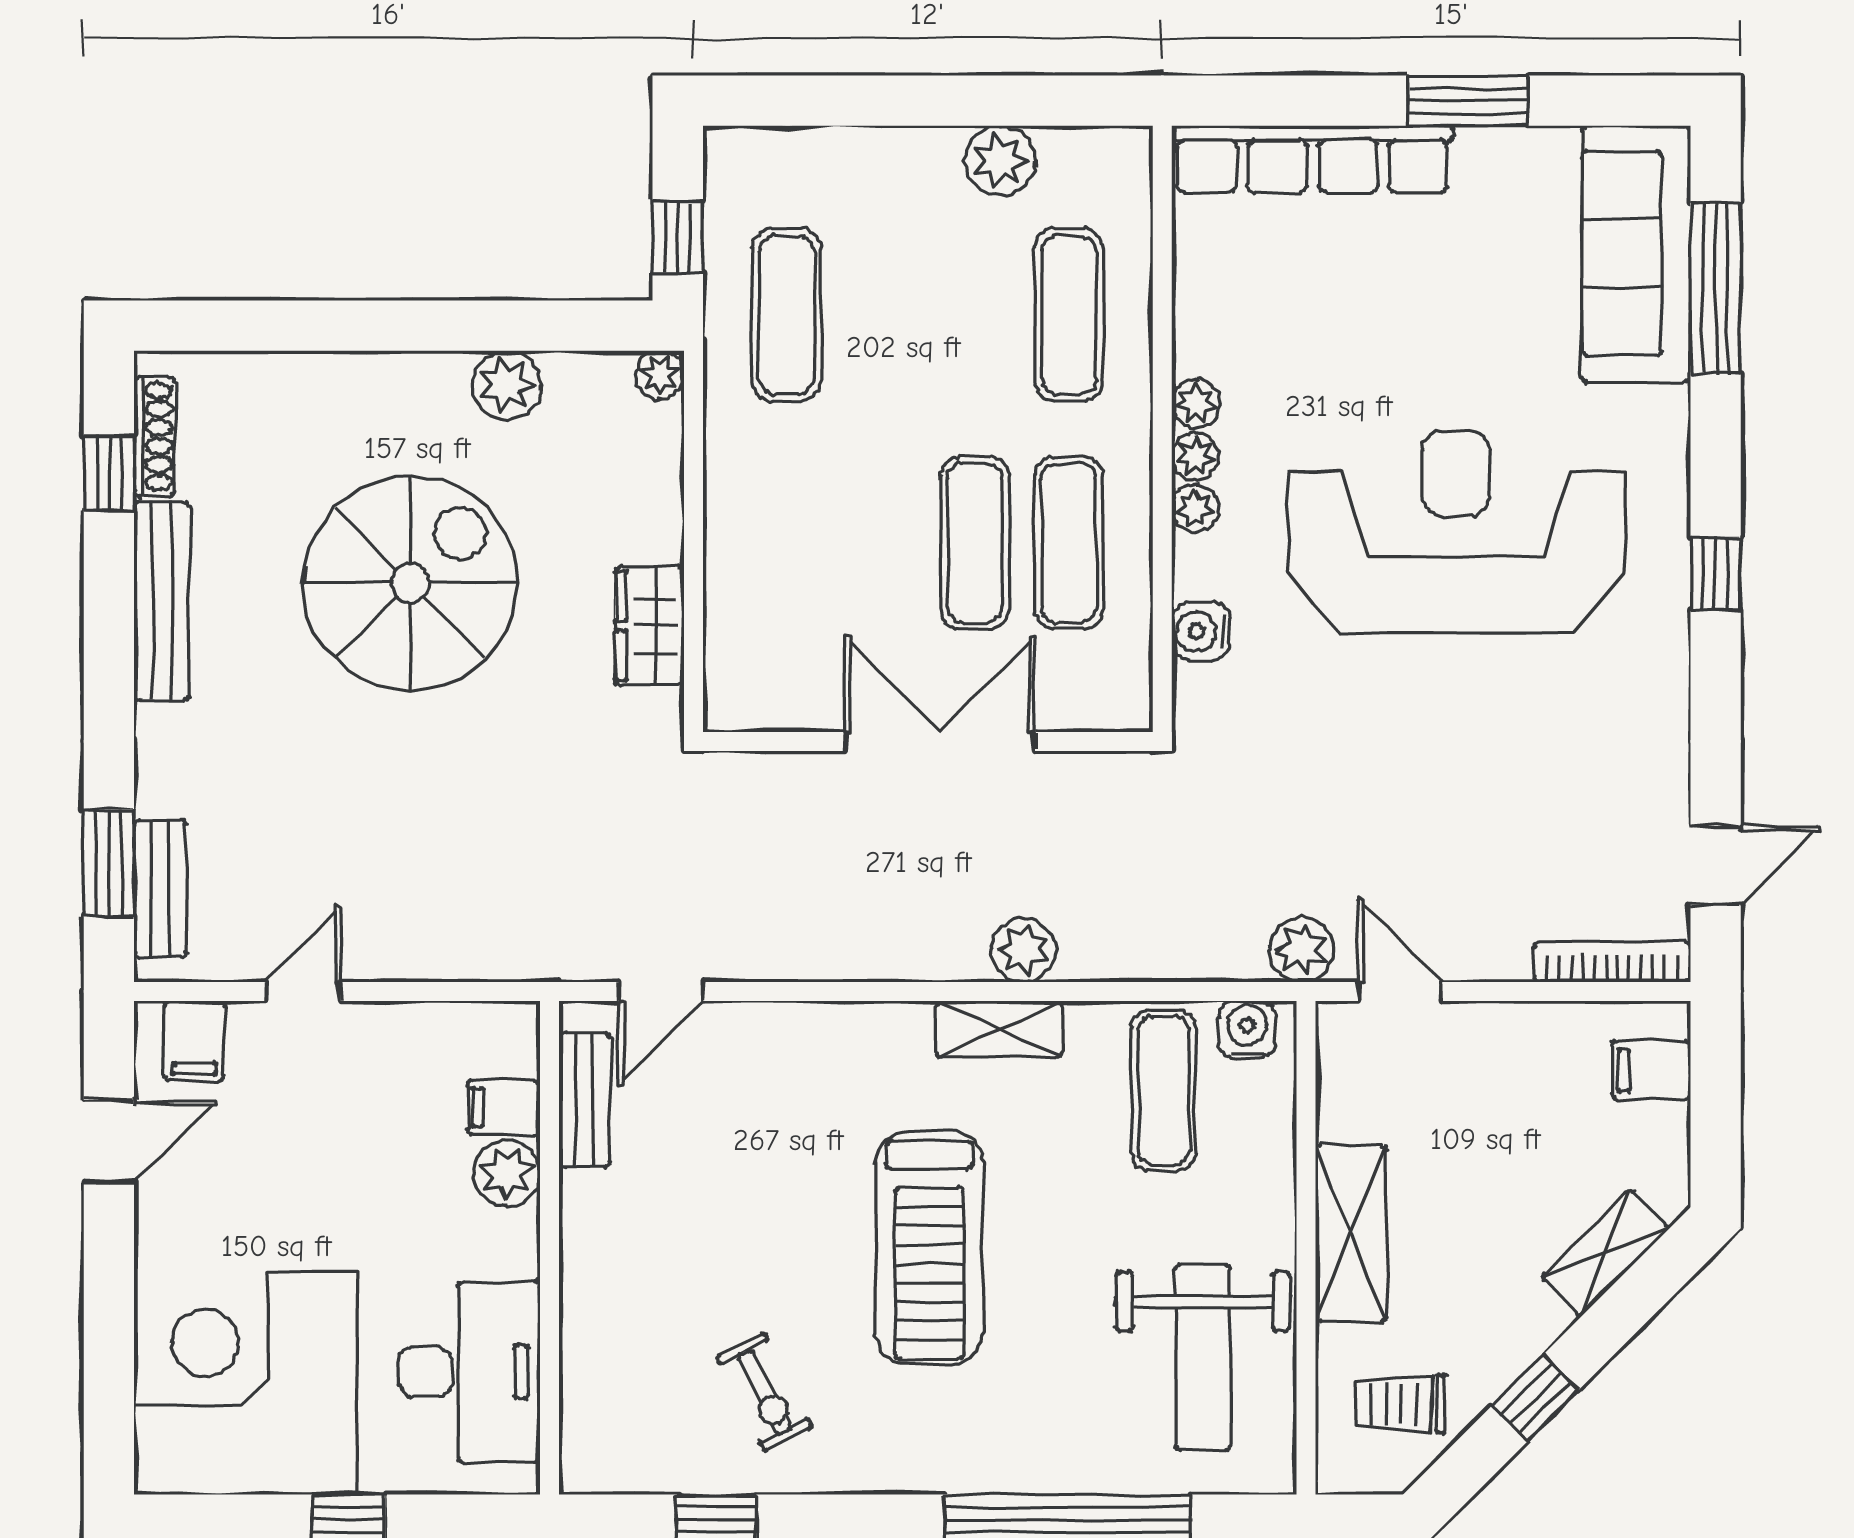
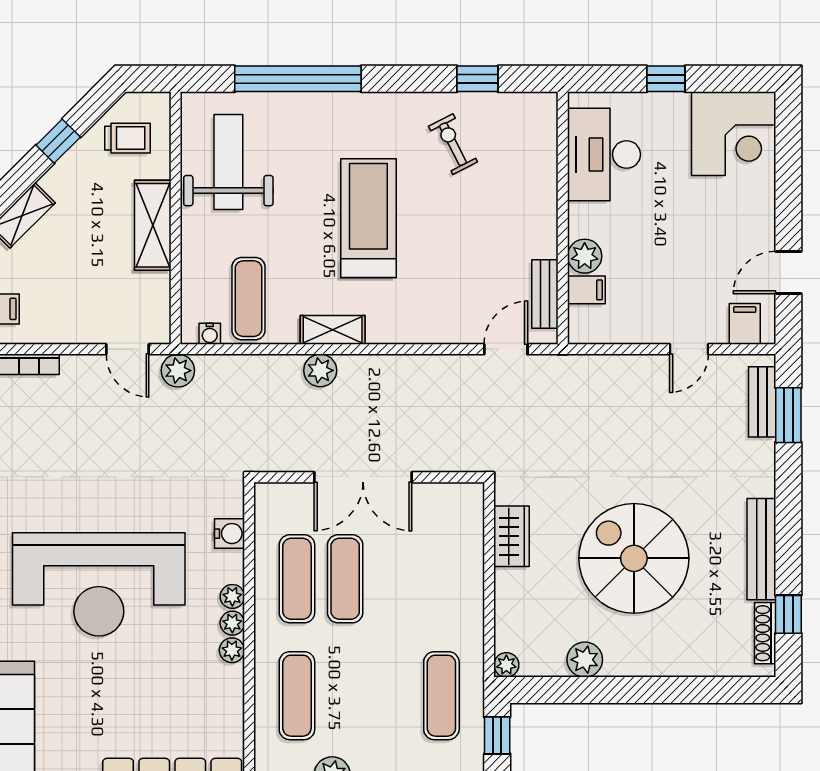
spiral stairs: (411, 583) -> (634, 558), turned 90
water cooler: (1247, 1030) -> (210, 334), width x0.72, depth x0.72
corner desk: (245, 1383) -> (734, 134), width x0.74, depth x0.74

